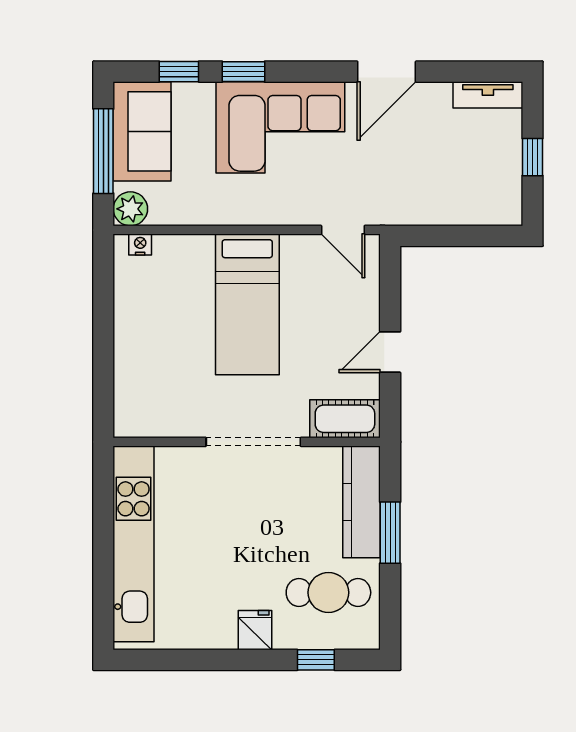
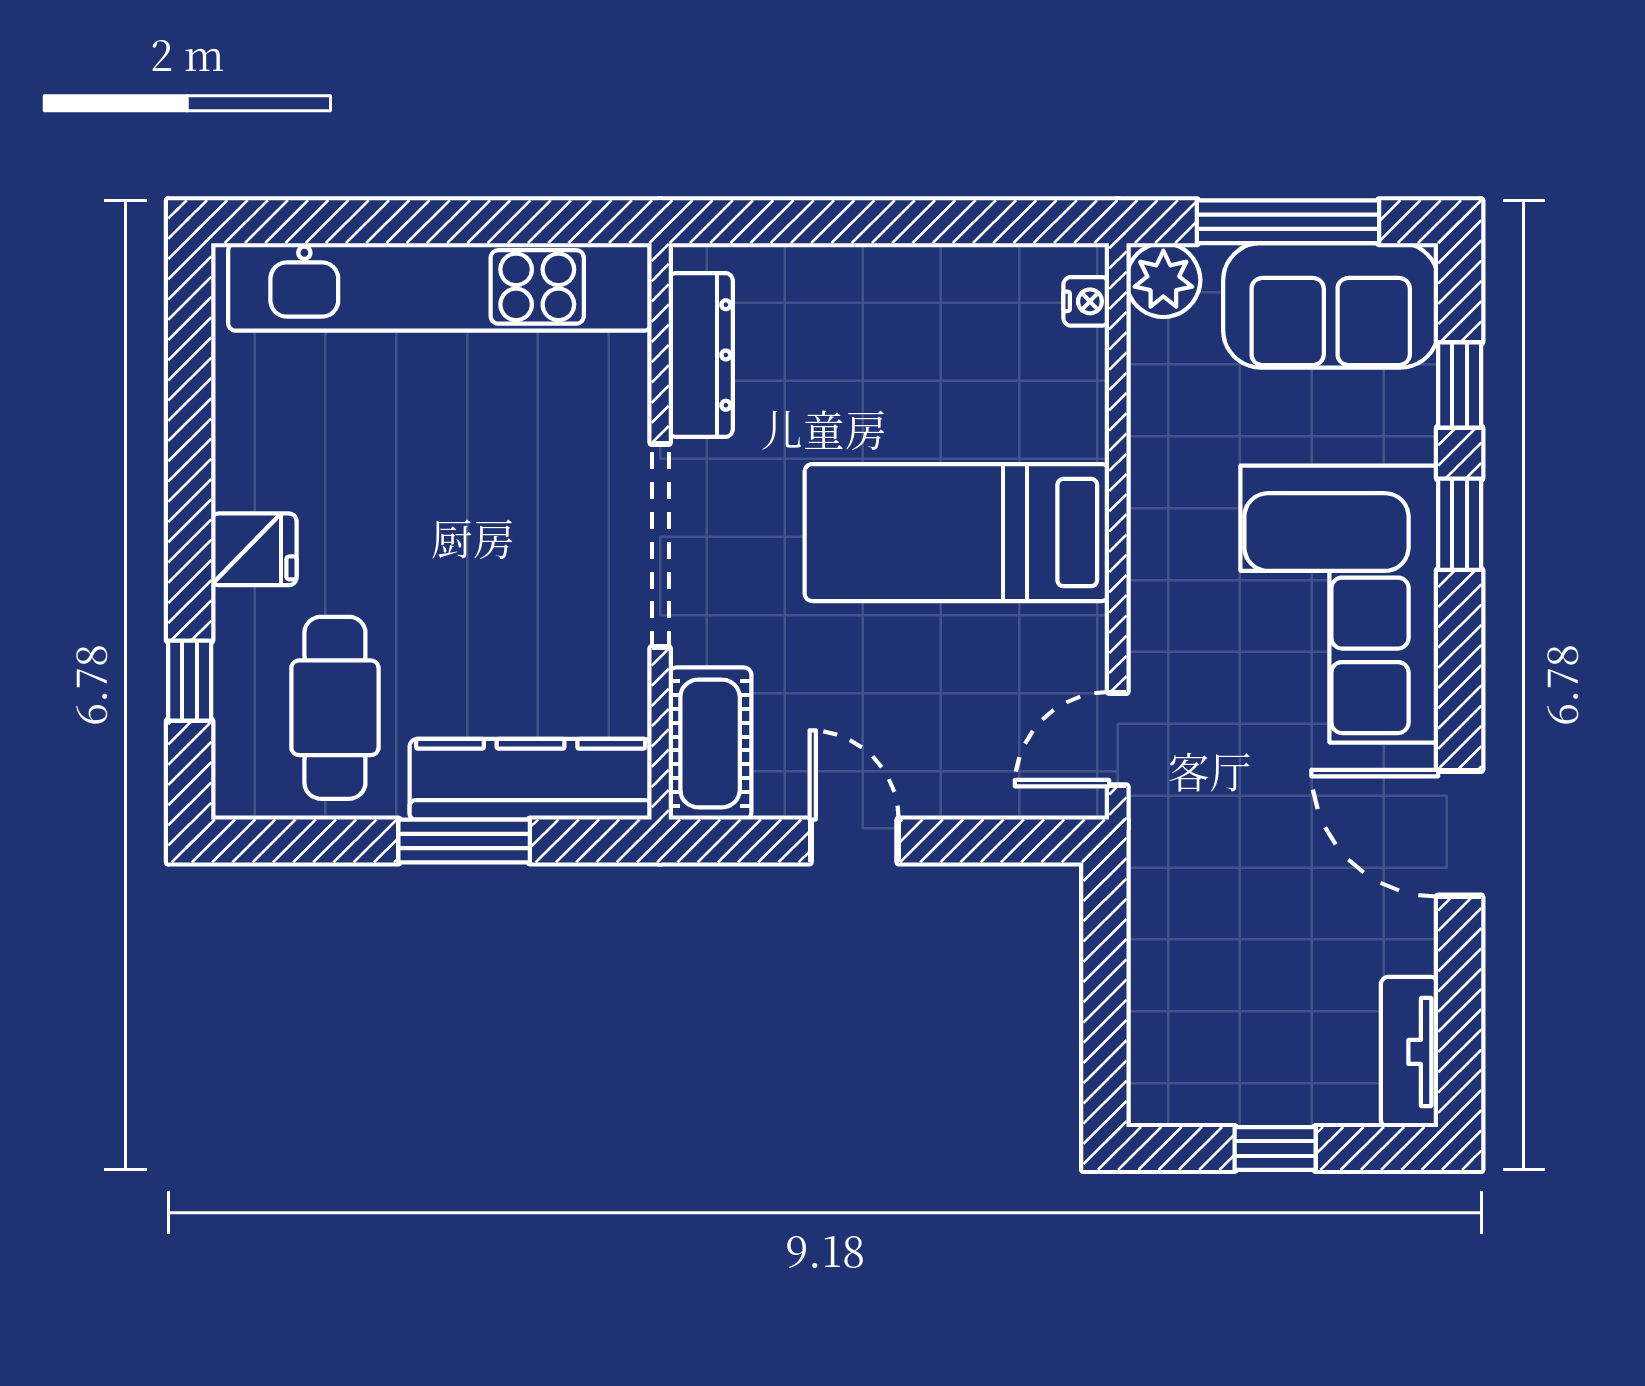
dresser: (165, 423) -> (701, 355), added

